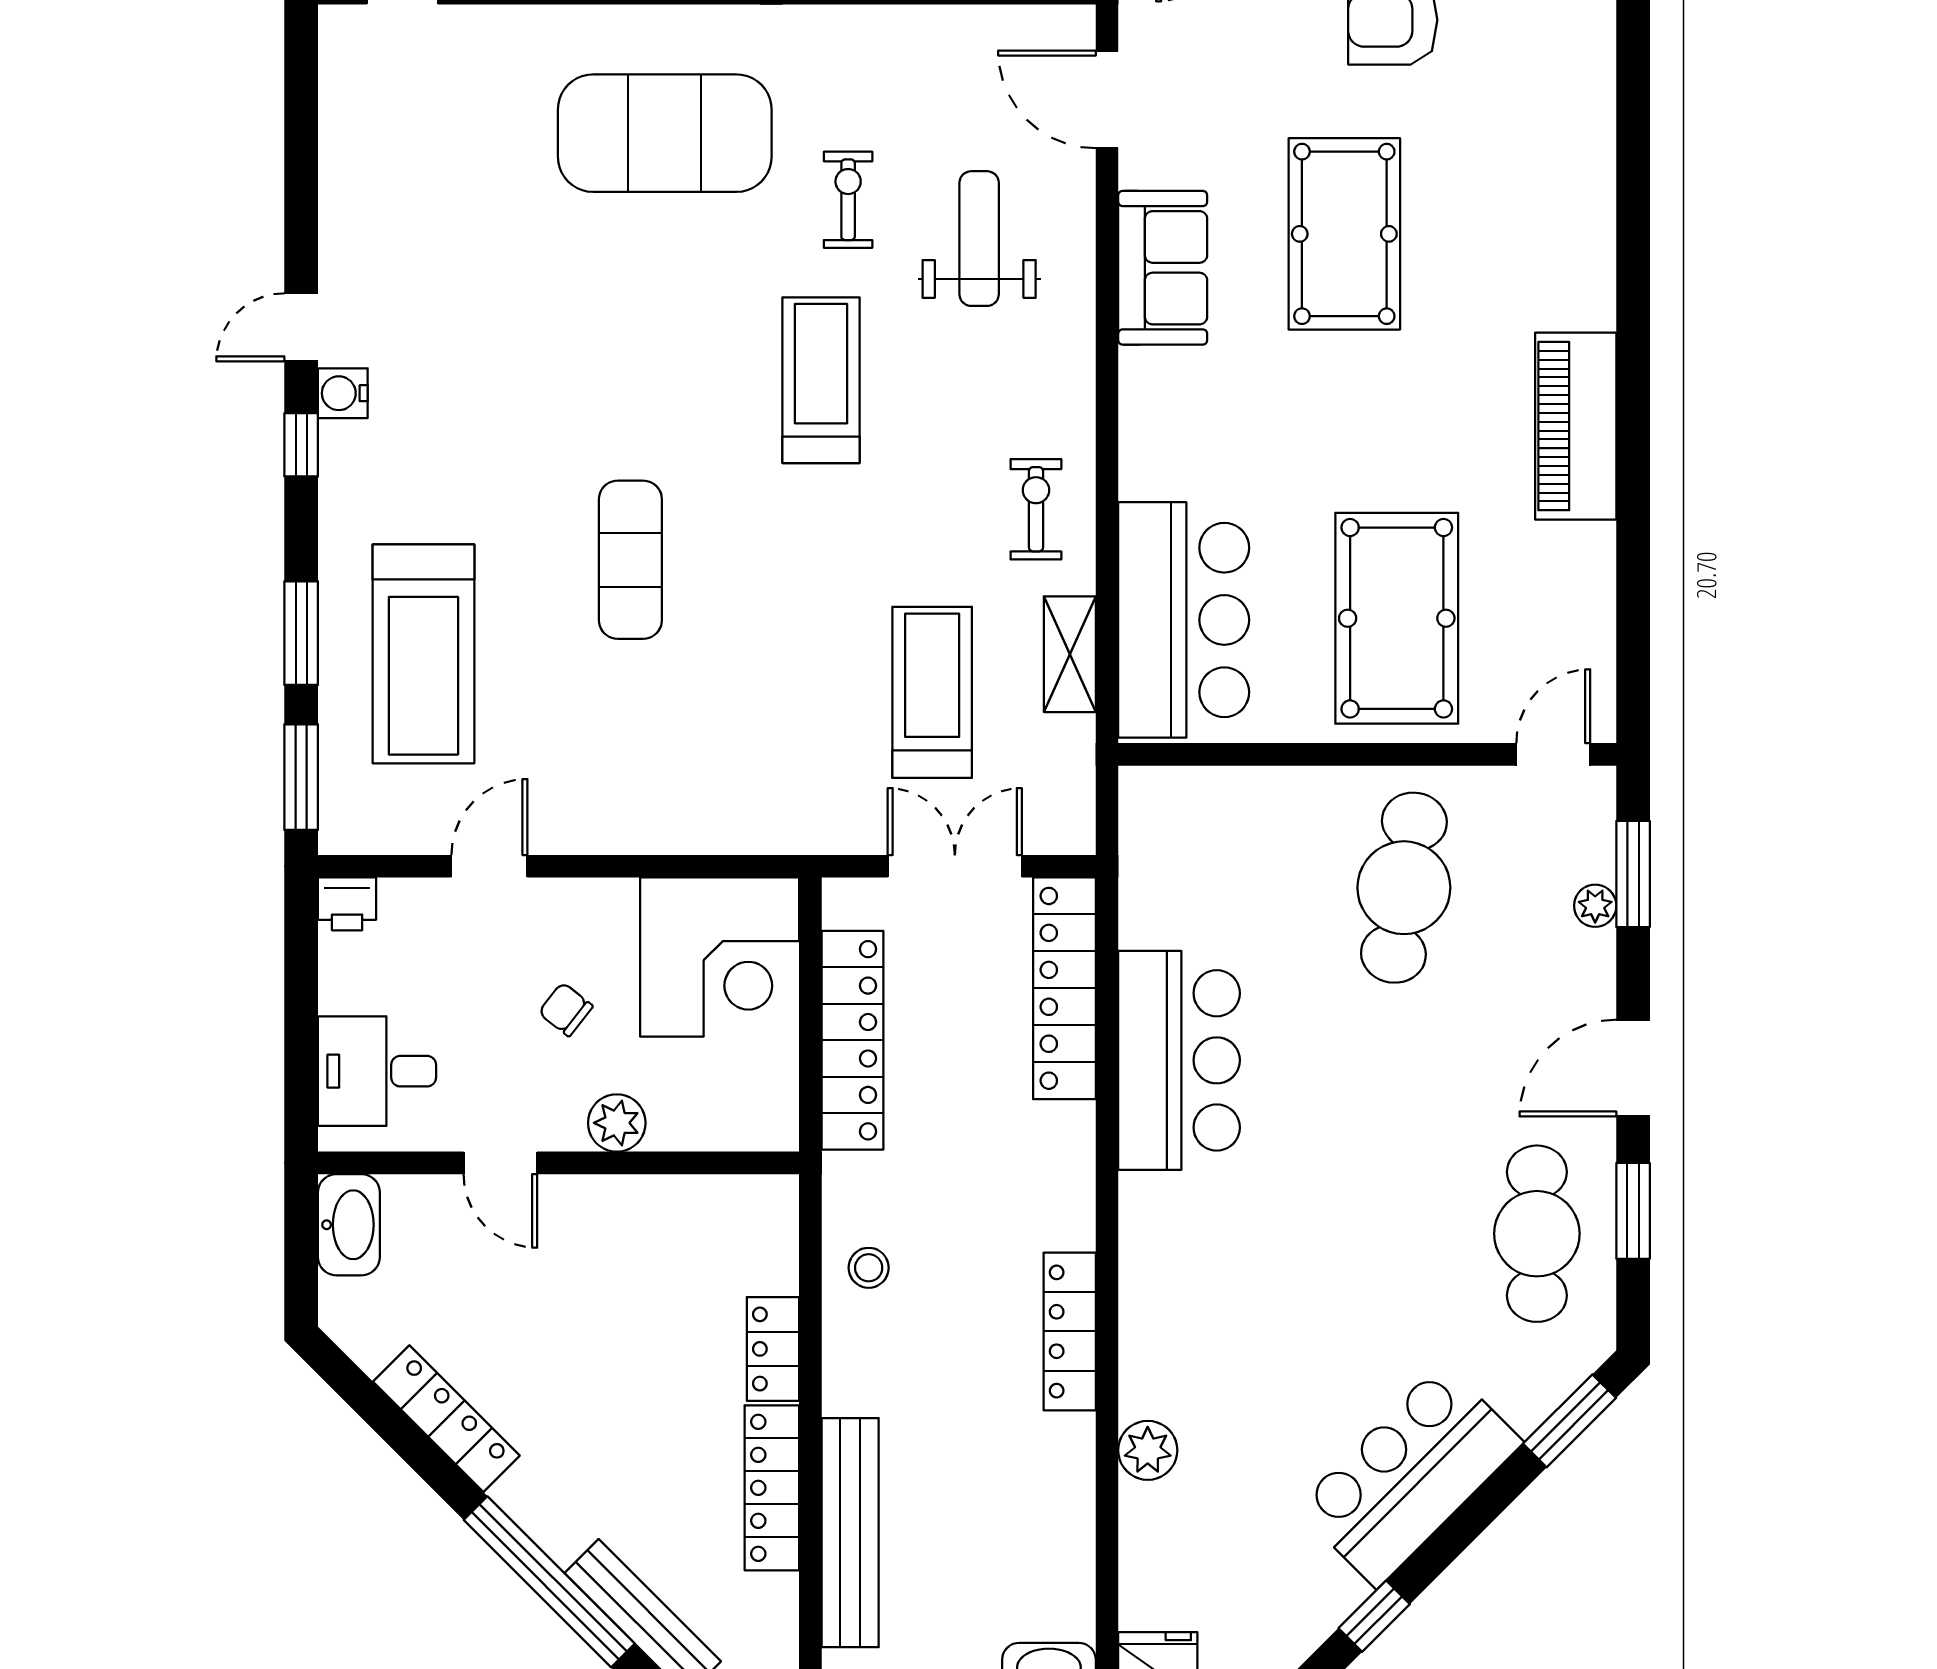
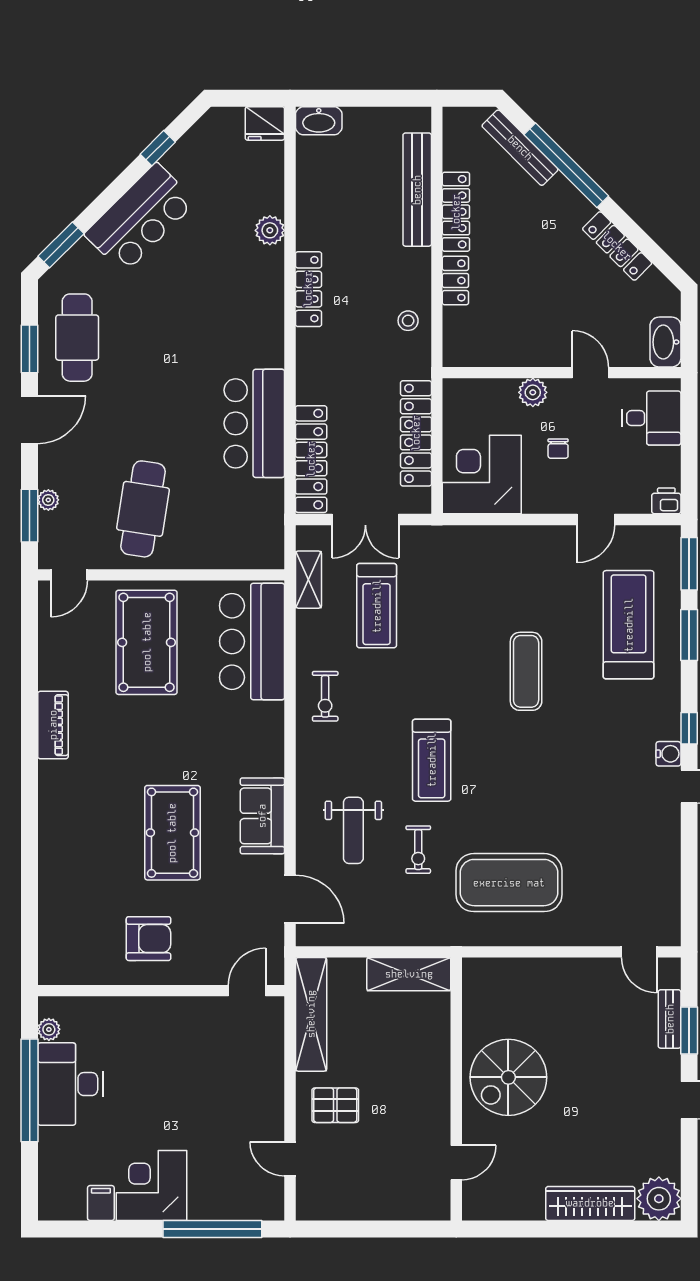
piano: (1576, 426) -> (53, 725), width x0.73, depth x0.75
shelving: (1070, 654) -> (308, 580), moved
chair: (566, 1009) -> (558, 449), turned 52

